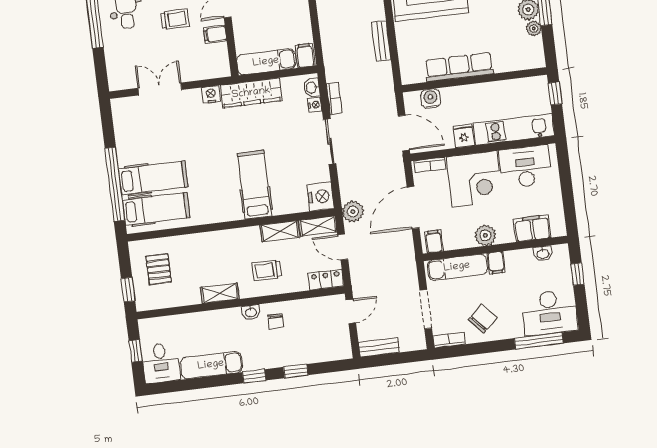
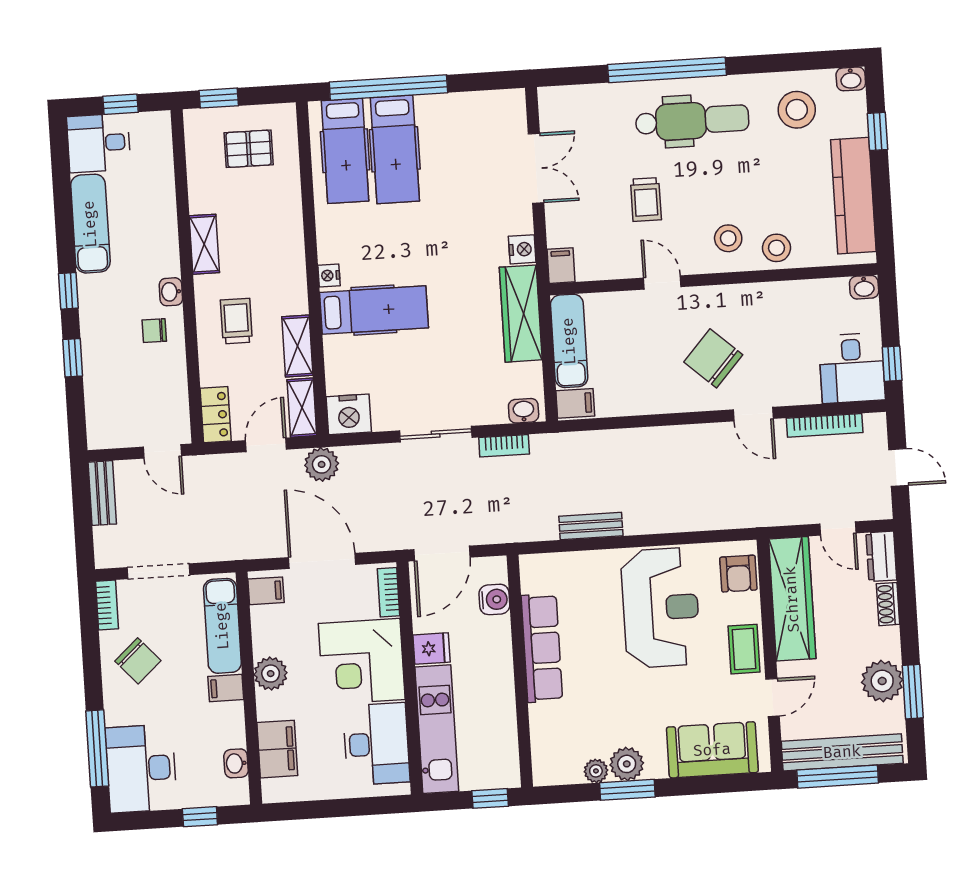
filing cabinet: (215, 34) -> (561, 266), moved
nightstand: (315, 105) -> (329, 275), moved, turned 90

